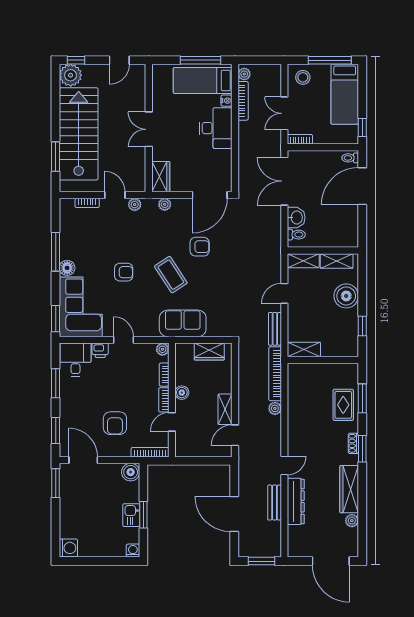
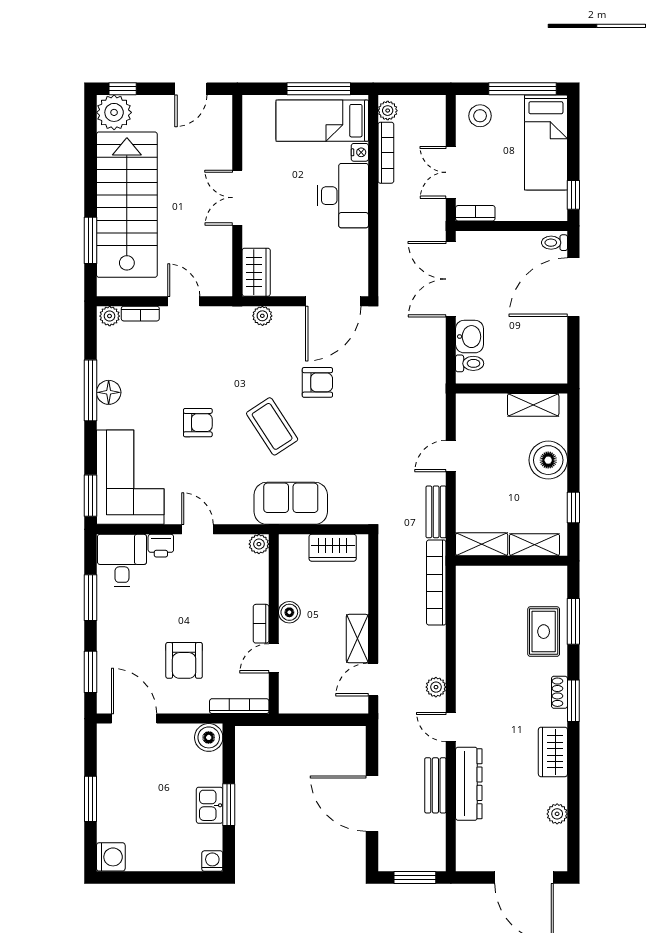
plant: (135, 204) -> (110, 316), moved
shelving: (303, 261) -> (534, 545), moved
floor lamp: (67, 268) -> (109, 392), moved
bookcase: (164, 375) -> (261, 584), removed
plant: (275, 408) -> (436, 687), moved
door: (284, 465) -> (451, 727), swing flipped
window: (56, 483) -> (90, 799), moved
wardrobe: (349, 489) -> (553, 752), width x0.67

